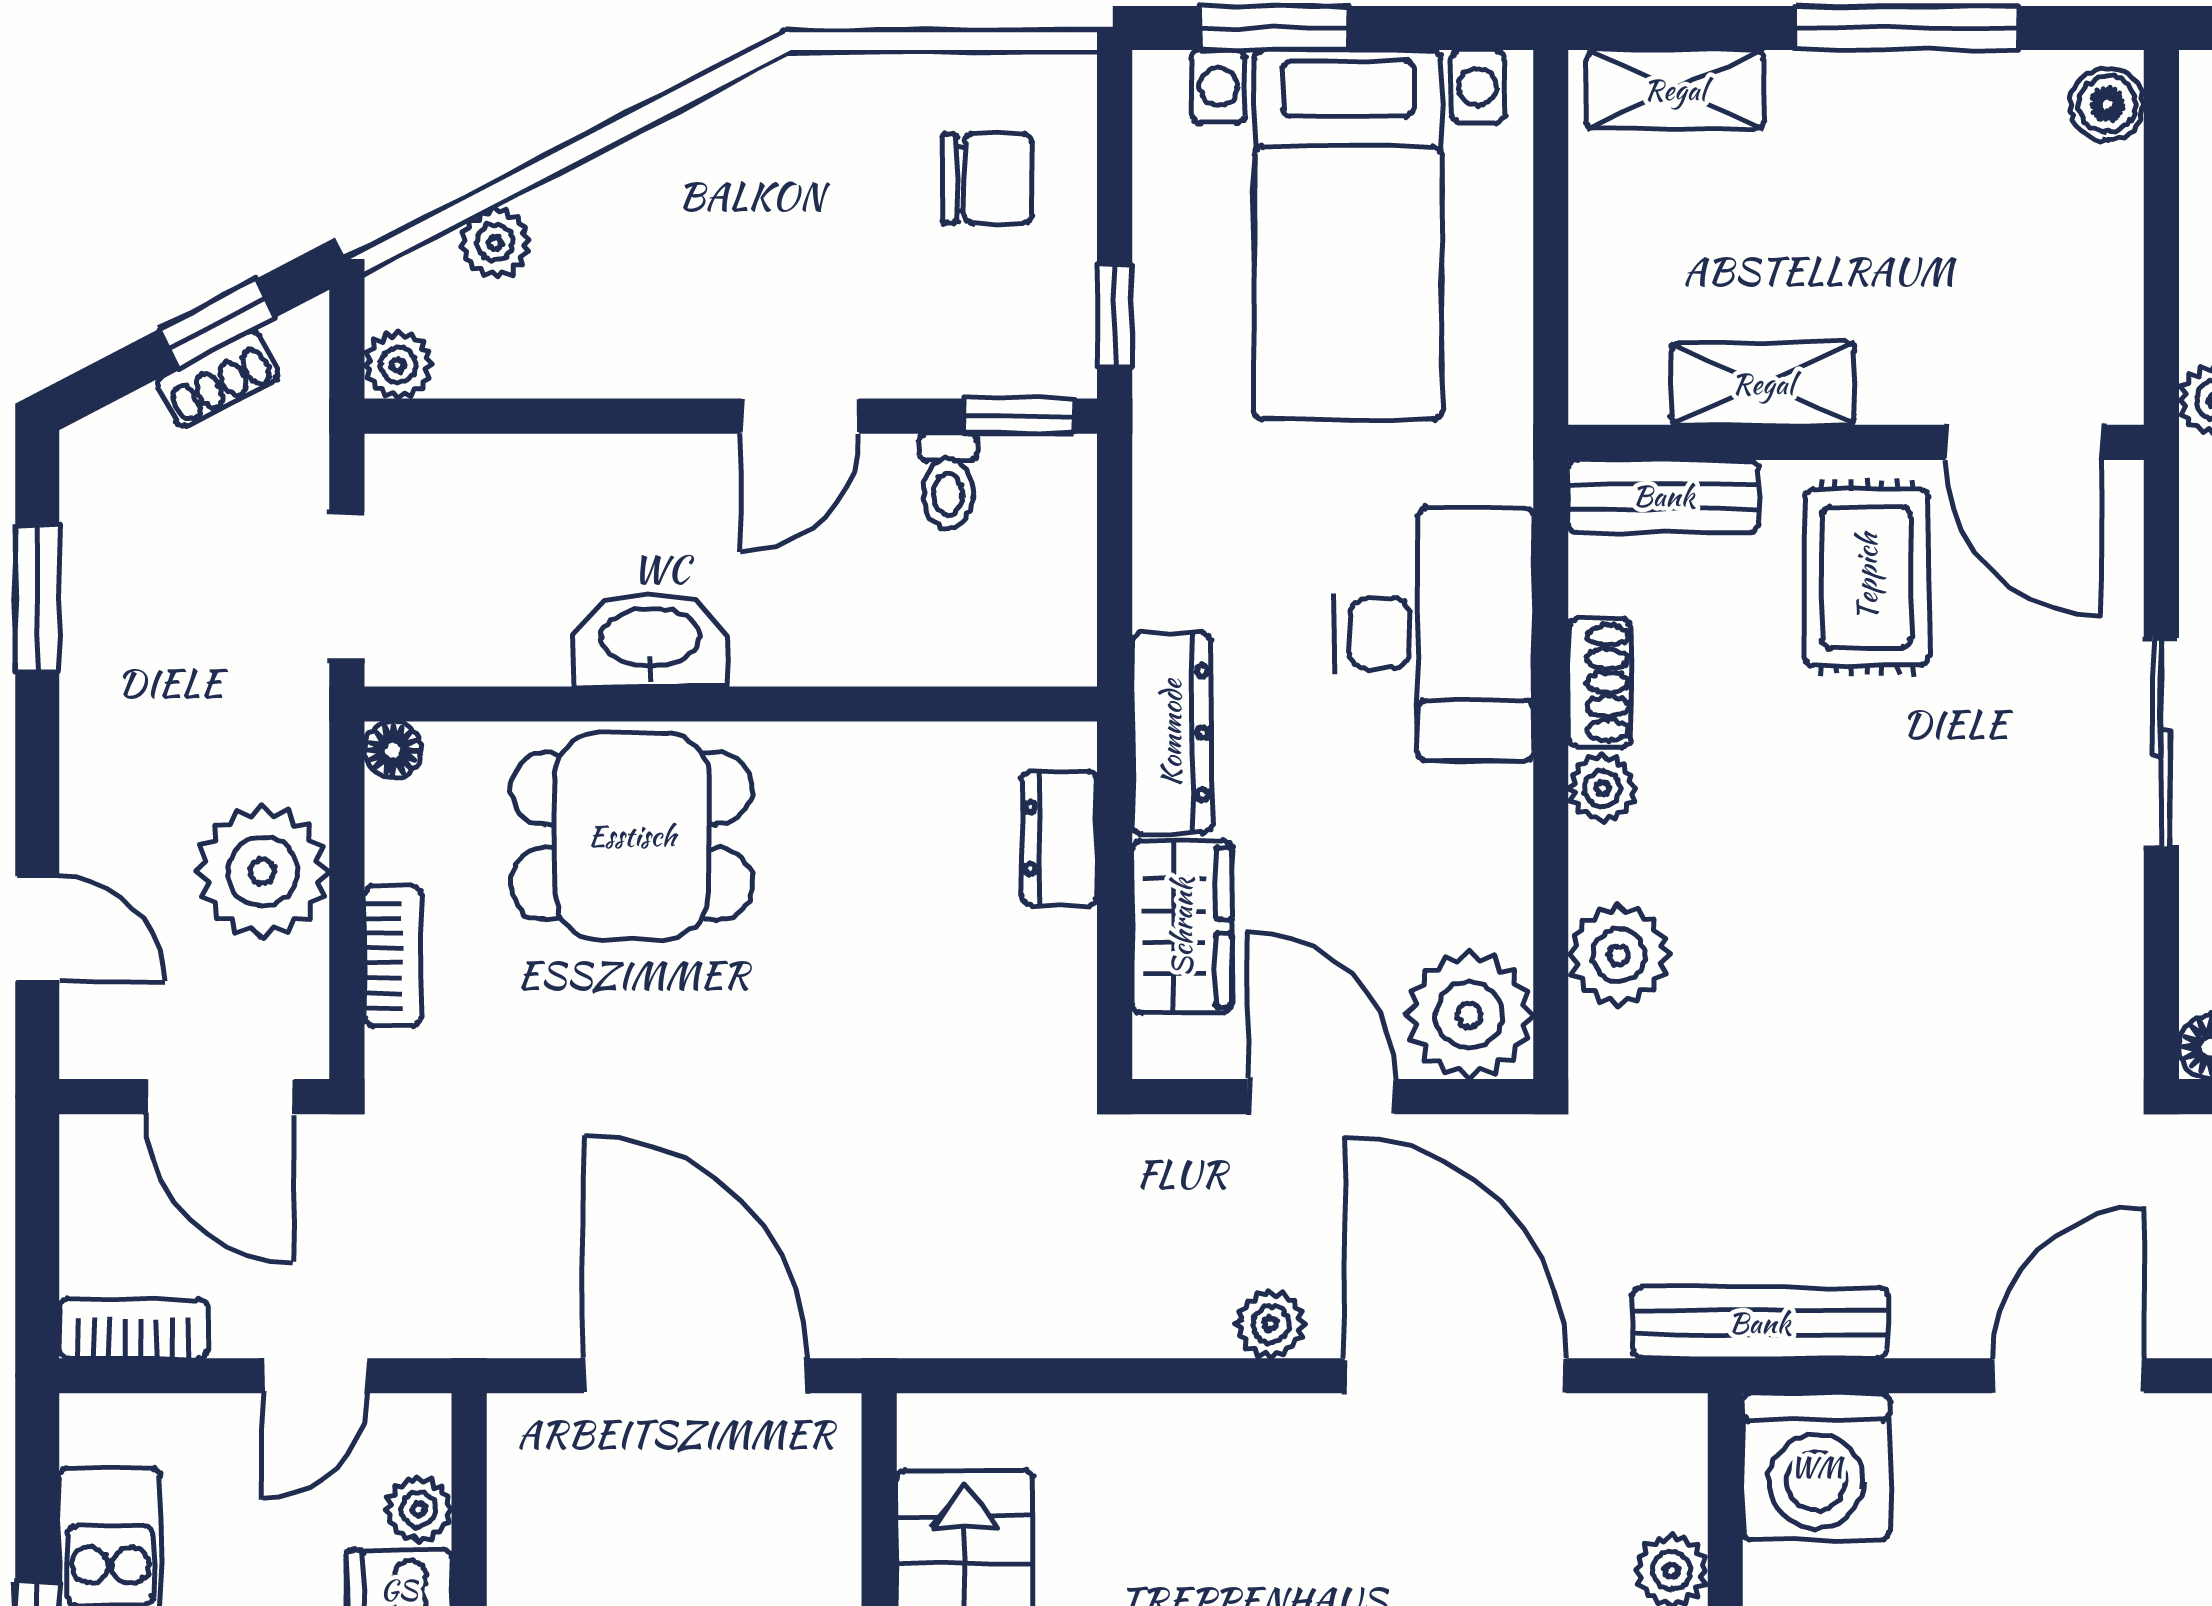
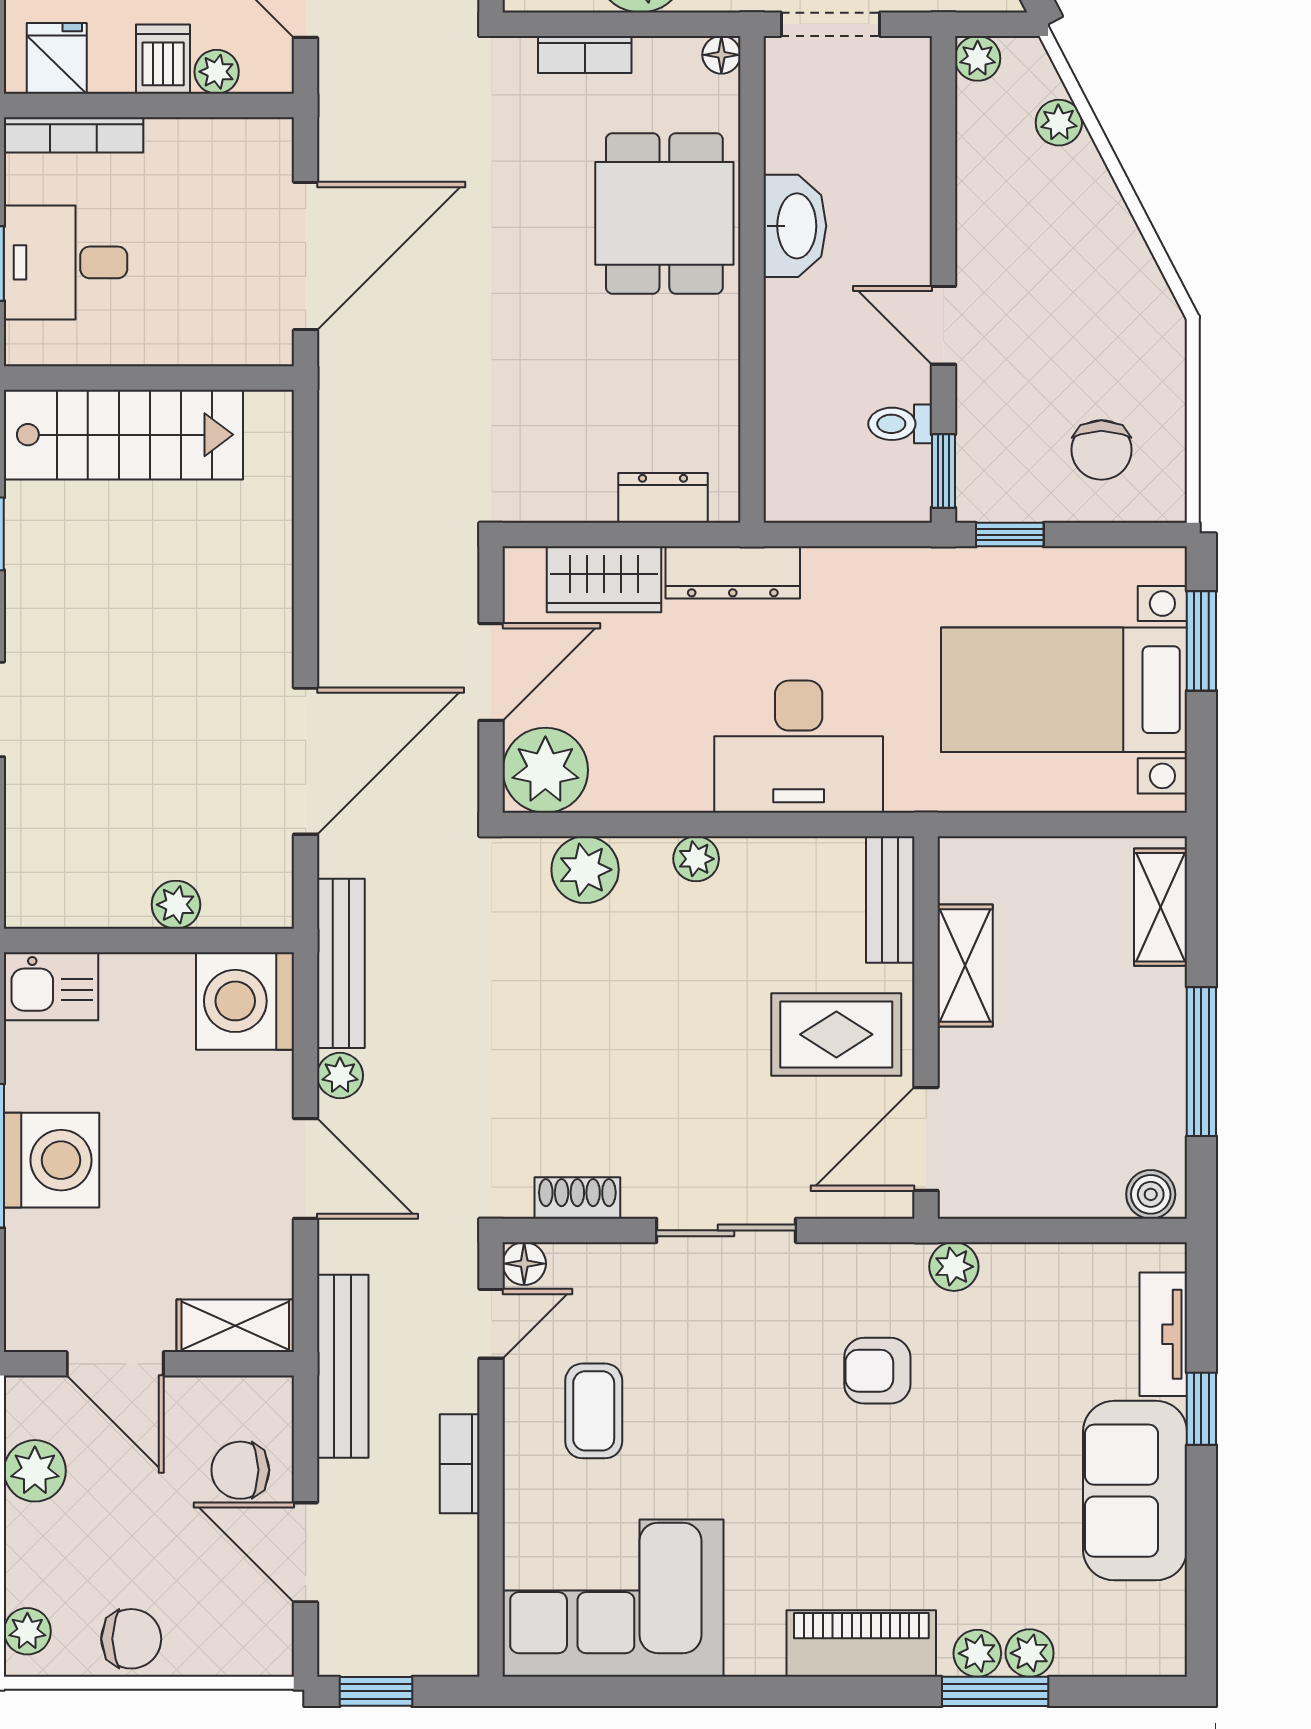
shoe rack: (1599, 683) -> (577, 1198), moved, turned 180
plant: (1271, 1324) -> (340, 1076), moved

